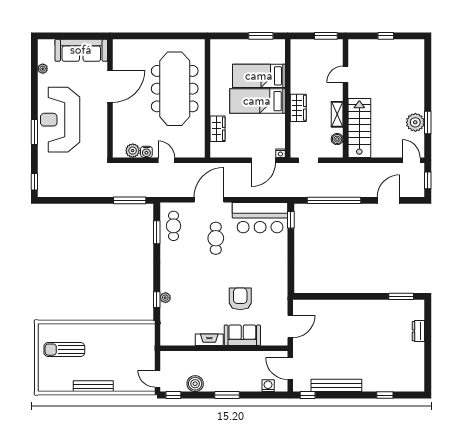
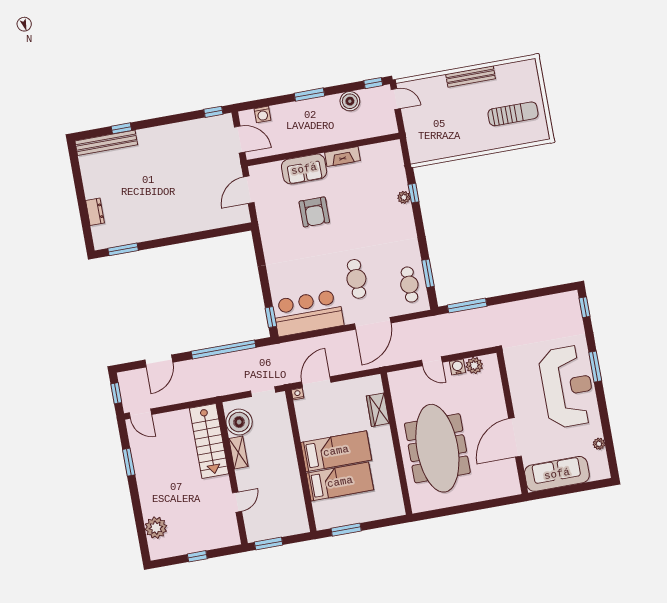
wardrobe: (298, 108) -> (286, 452), removed
plant: (415, 122) -> (156, 528), moved
boiler: (337, 139) -> (239, 422), width x1.86, depth x1.86
bench: (336, 385) -> (106, 143), moved

